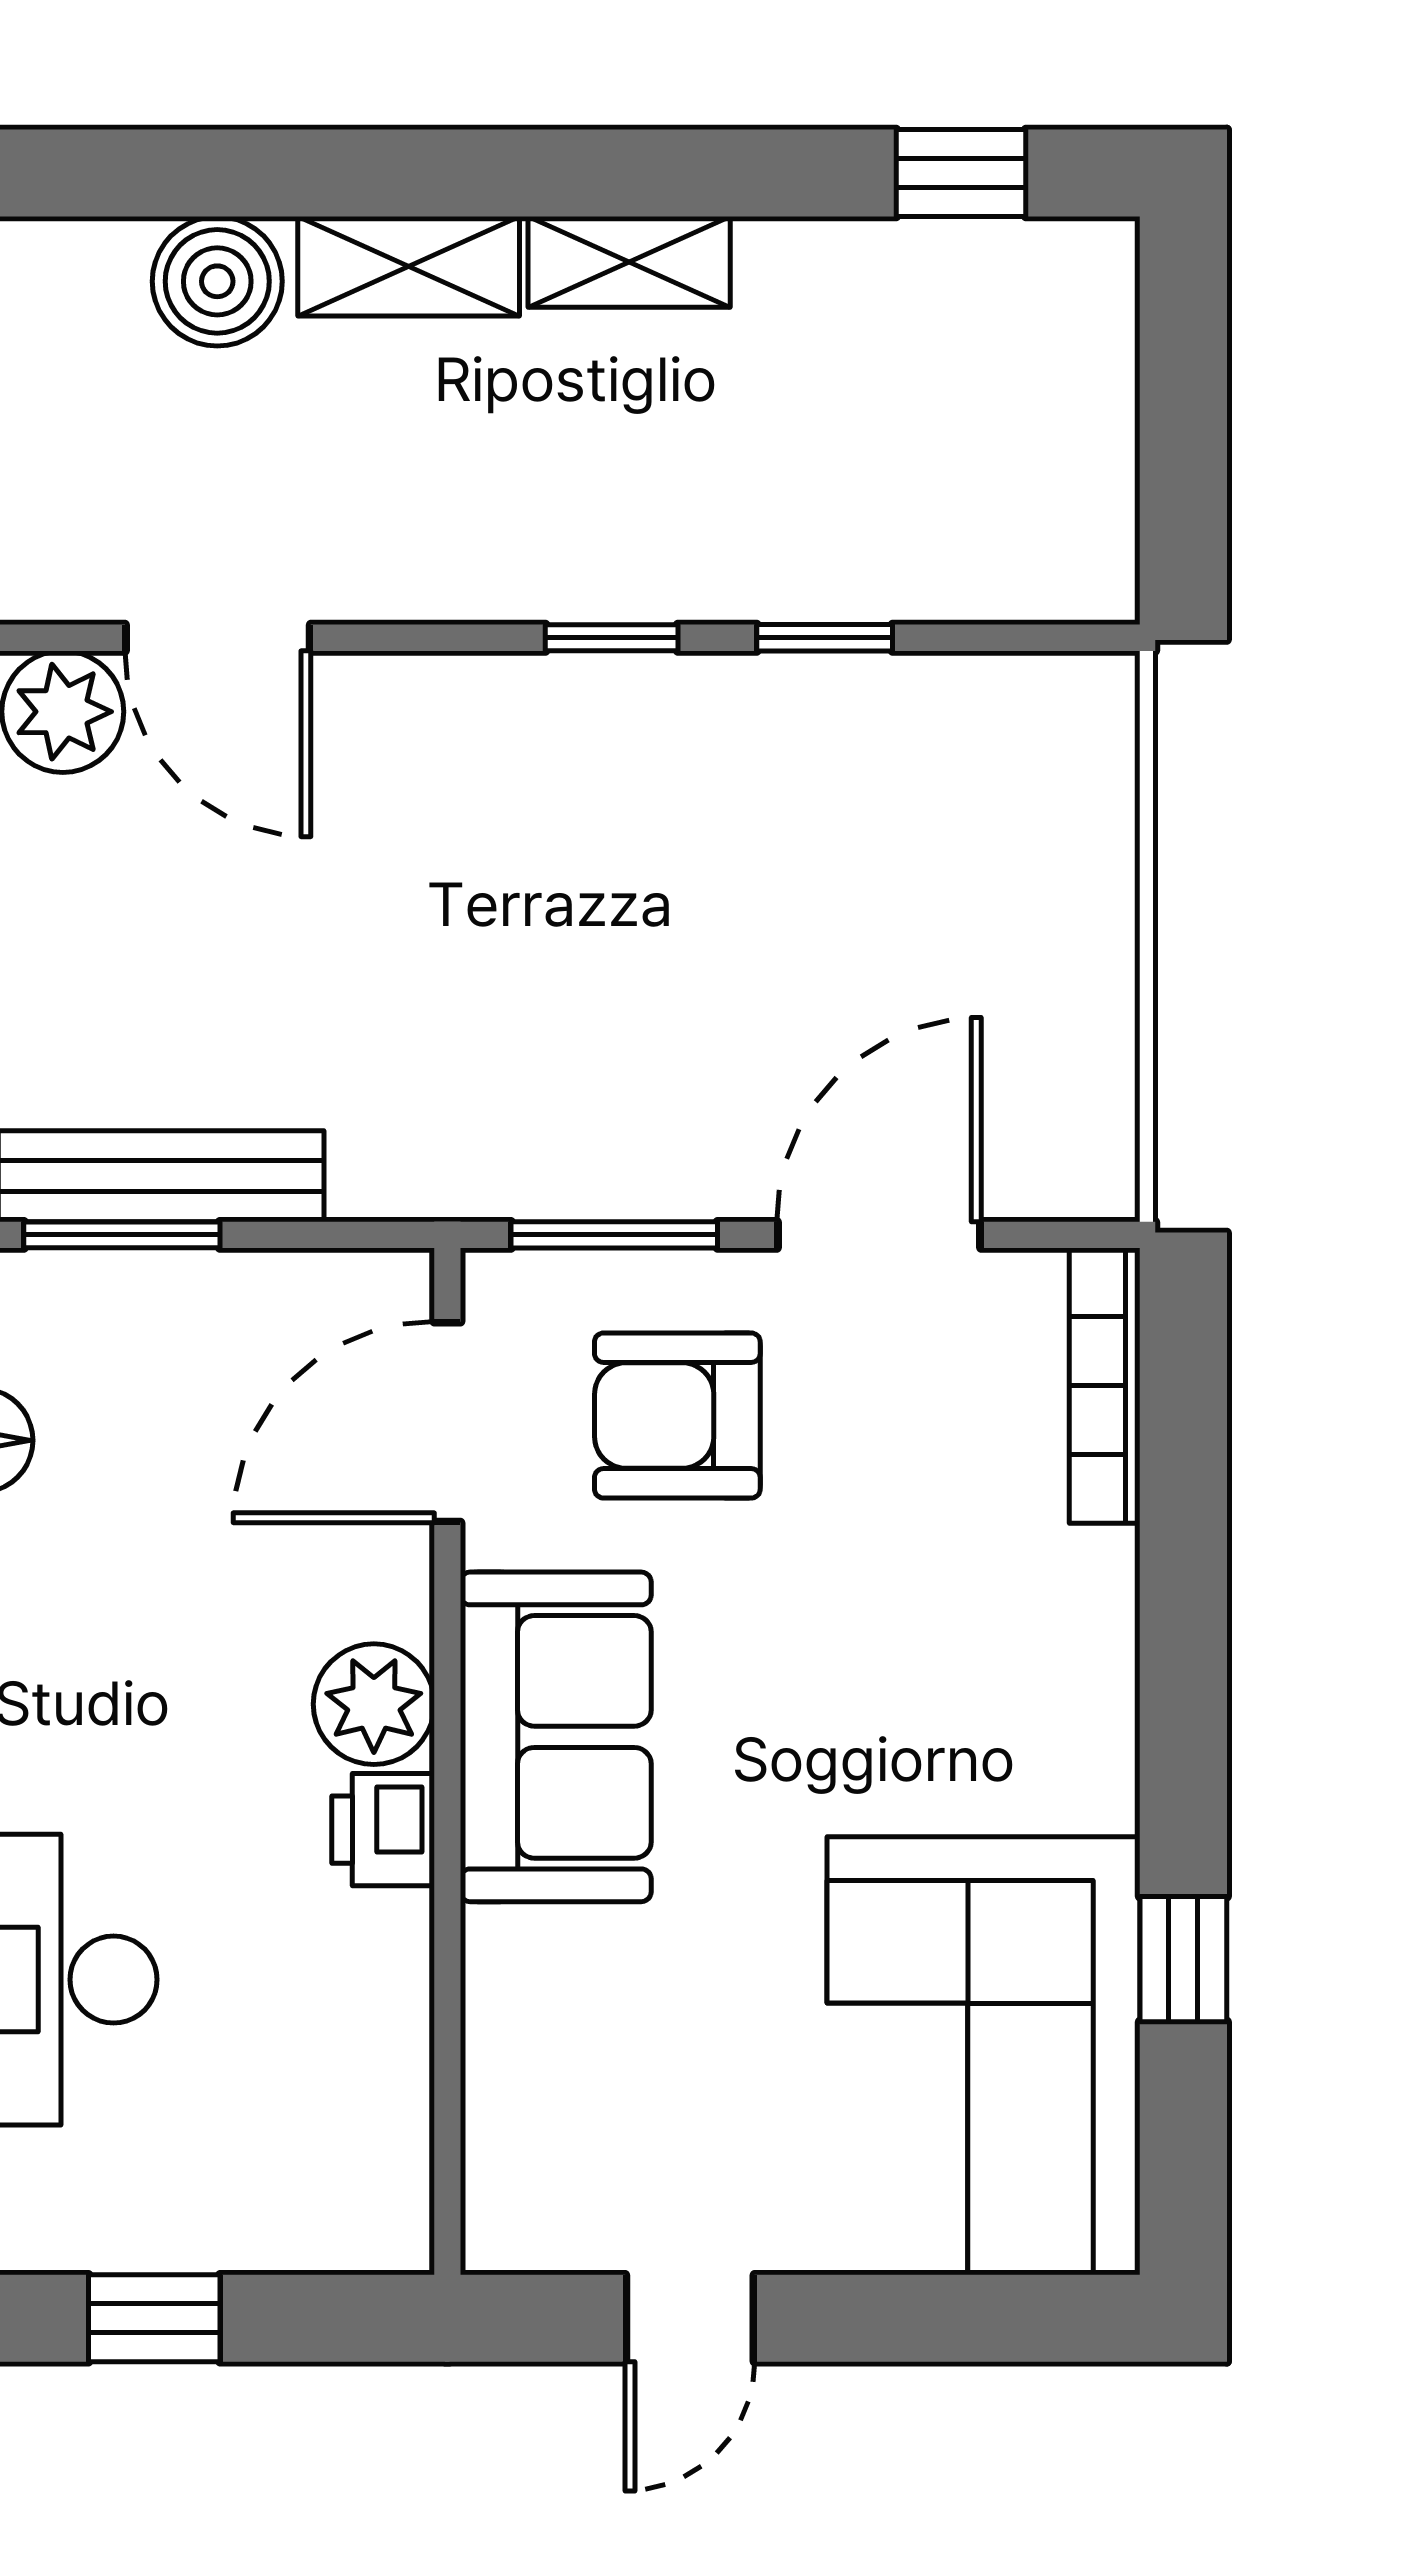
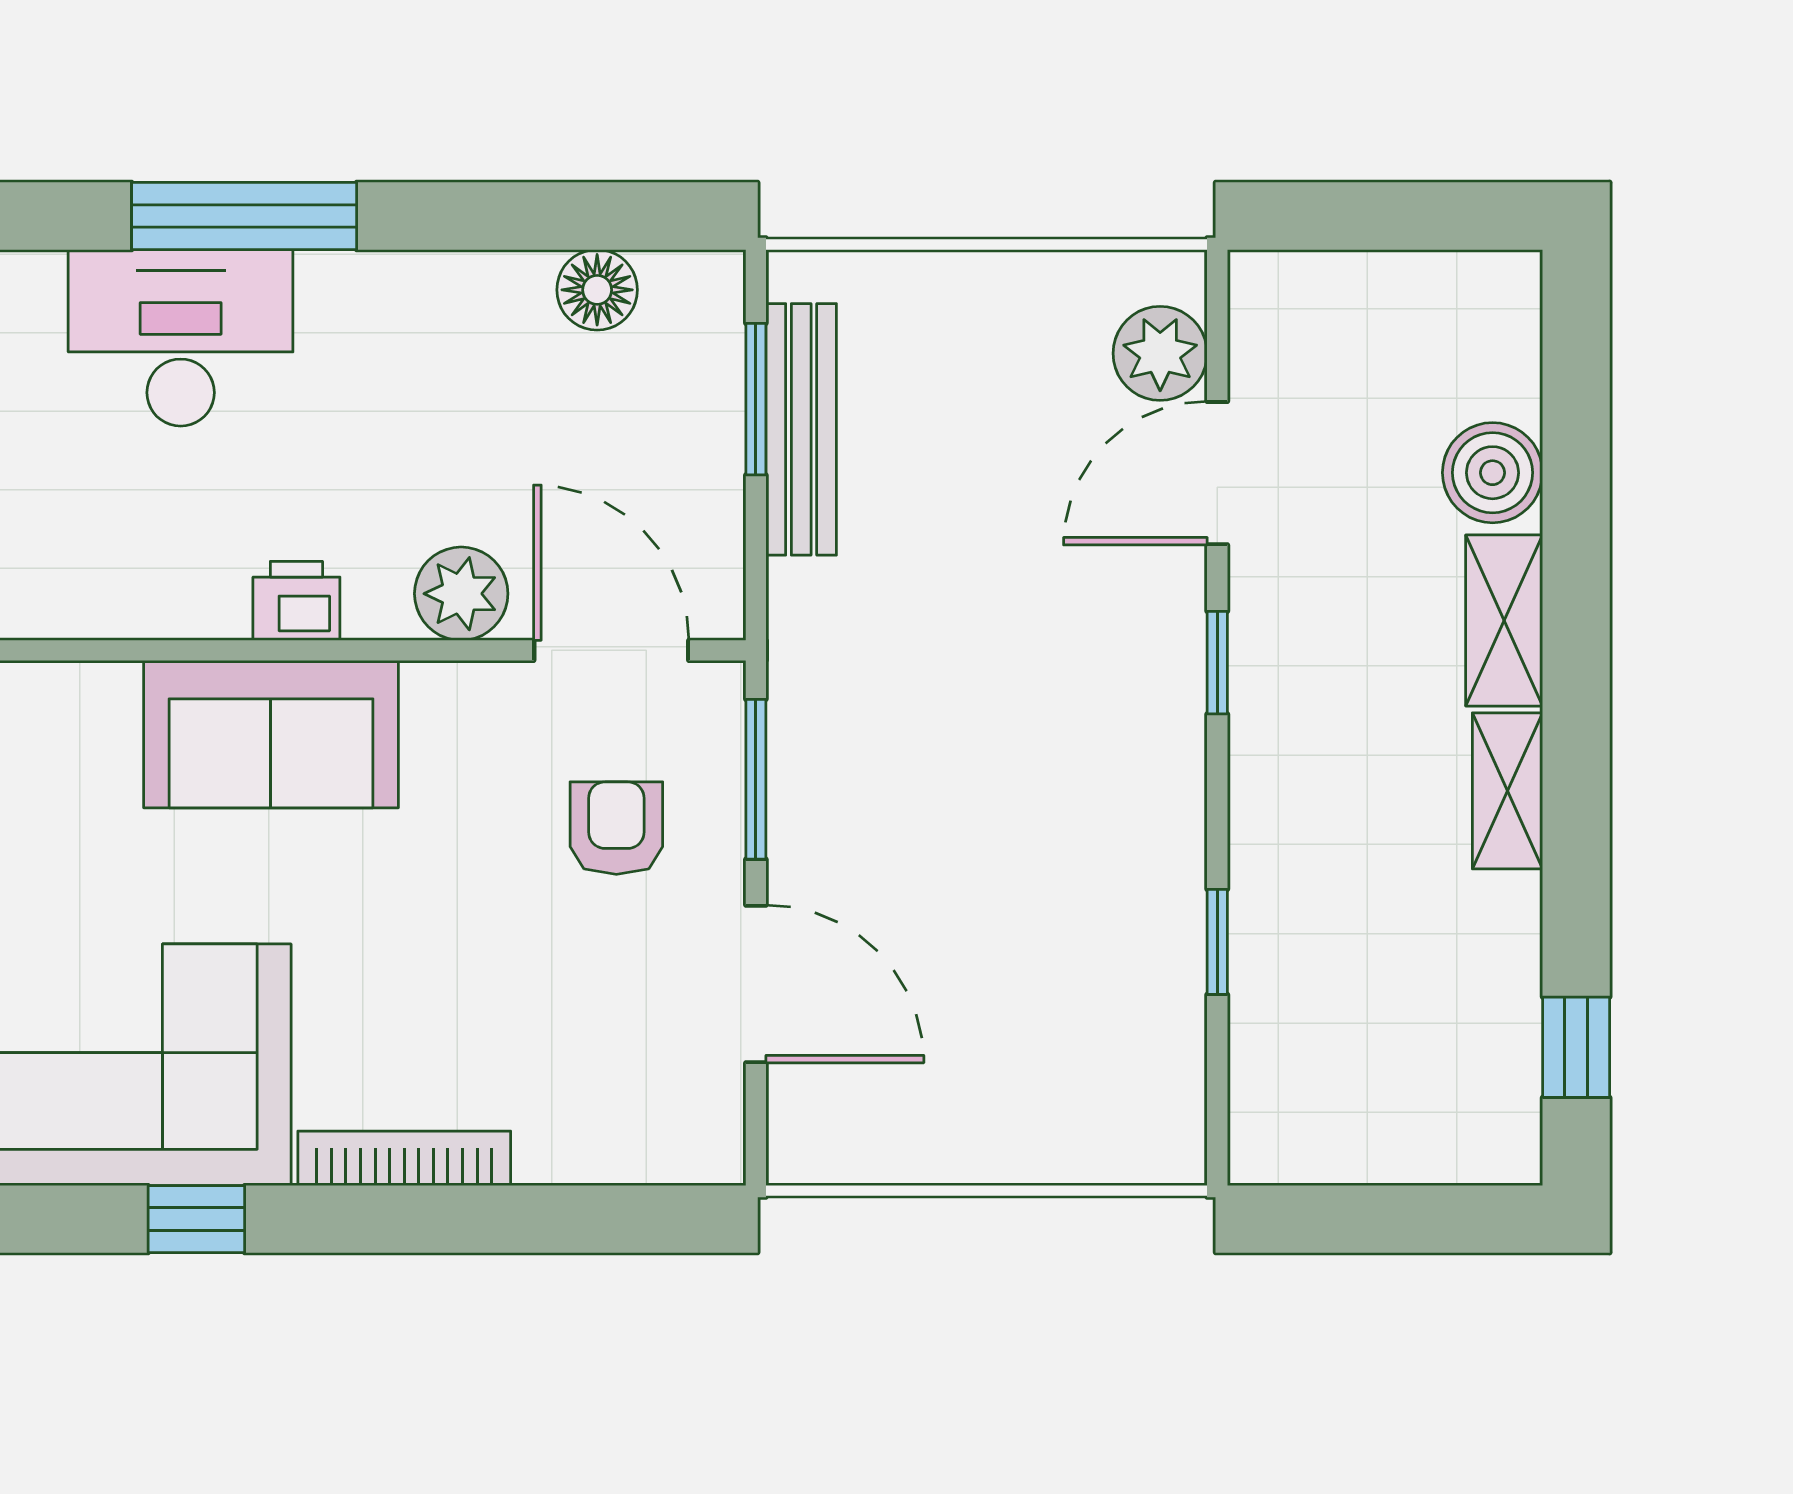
window: (612, 638) -> (1217, 663), moved
bookcase: (1105, 1386) -> (404, 1158), moved
armchair: (677, 1416) -> (616, 828), width x0.72, depth x0.72
plant: (374, 1704) -> (461, 594), moved
sofa: (556, 1737) -> (271, 734), moved

